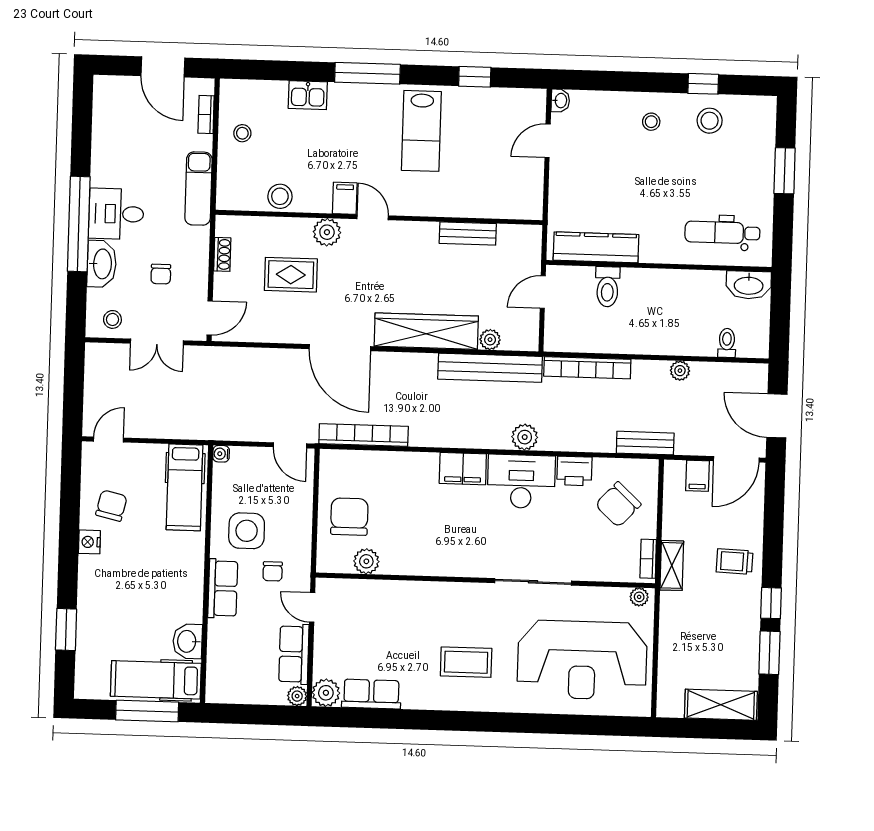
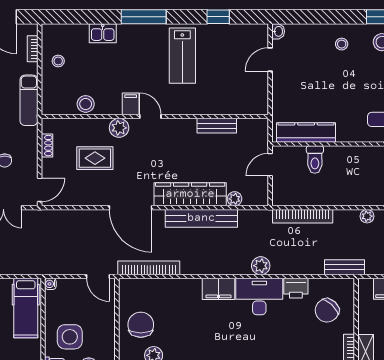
bench: (490, 368) -> (201, 218), moved

